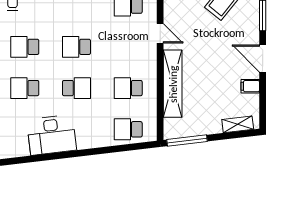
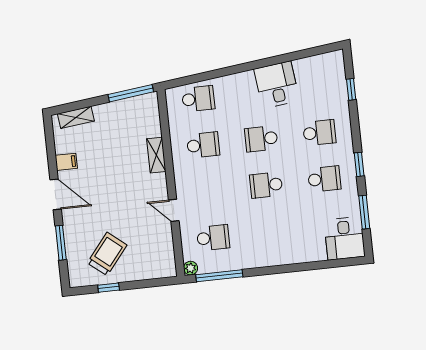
school desk: (76, 47) -> (266, 185), turned 180
shelving: (173, 84) -> (156, 155), width x0.45, depth x0.75
desk: (52, 135) -> (277, 85), width x0.73

